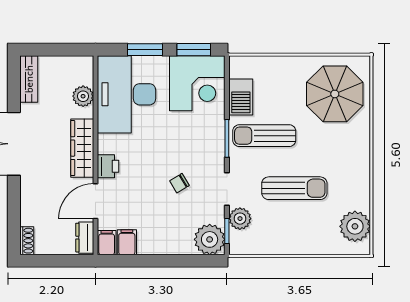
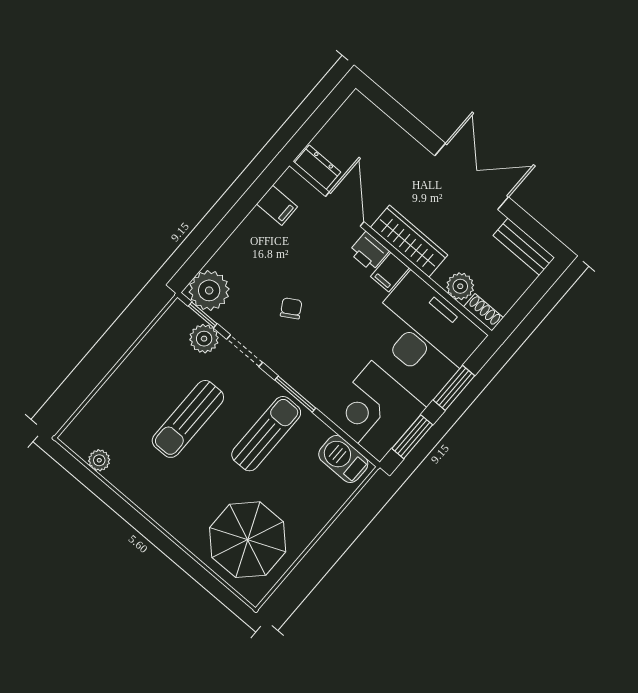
barbecue: (241, 97) -> (343, 459), moved
plant: (355, 226) -> (99, 460), width x0.53, depth x0.53
shoe rack: (27, 241) -> (483, 312), moved, turned 180
filing cabinet: (107, 243) -> (390, 272), moved, turned 90

